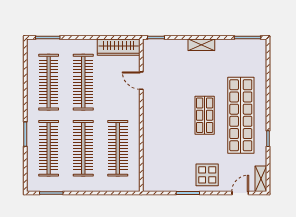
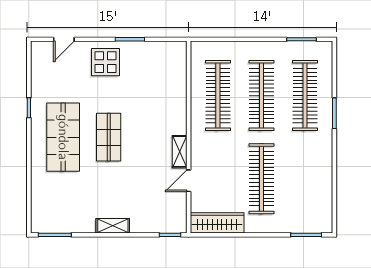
door: (141, 81) -> (189, 181), swing flipped
clothes rail: (49, 82) -> (305, 179), removed
shop shelf: (241, 115) -> (63, 137), width x0.71
shelving: (261, 179) -> (180, 152), moved

